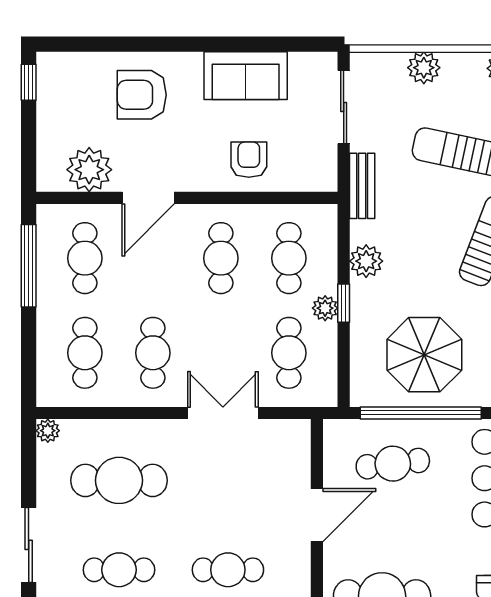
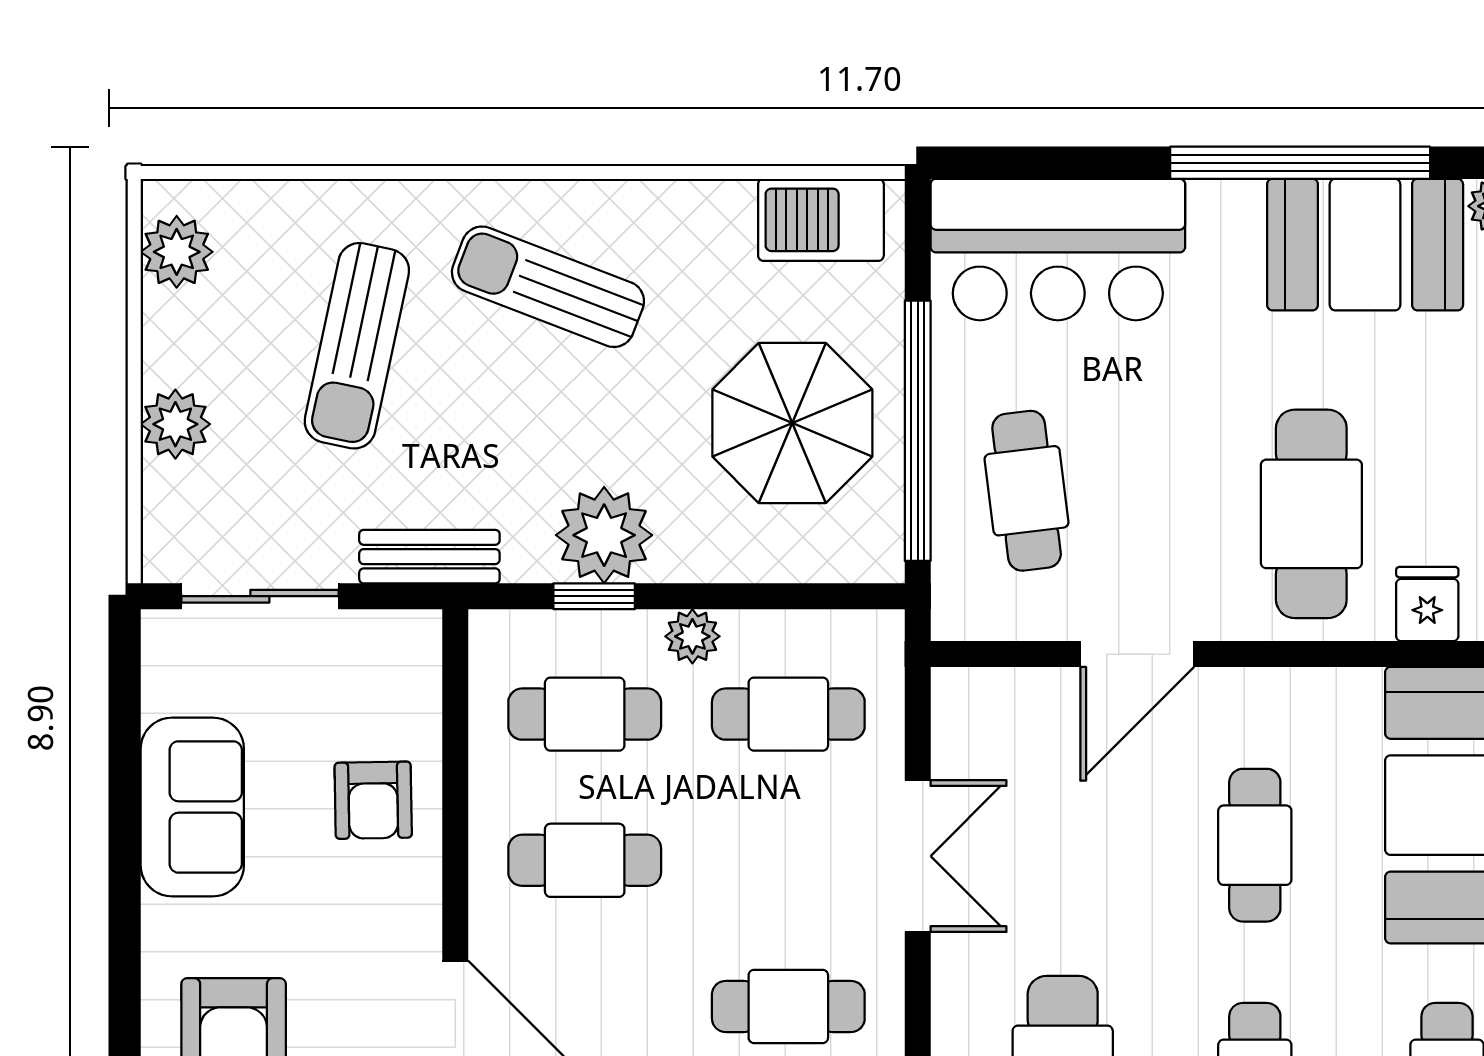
armchair: (249, 160) -> (373, 800), turned -91
plant: (366, 261) -> (604, 535), width x1.36, depth x1.36
window: (344, 303) -> (594, 596), moved
double door: (223, 413) -> (918, 856), swing flipped
door: (317, 515) -> (1137, 654), swing flipped

